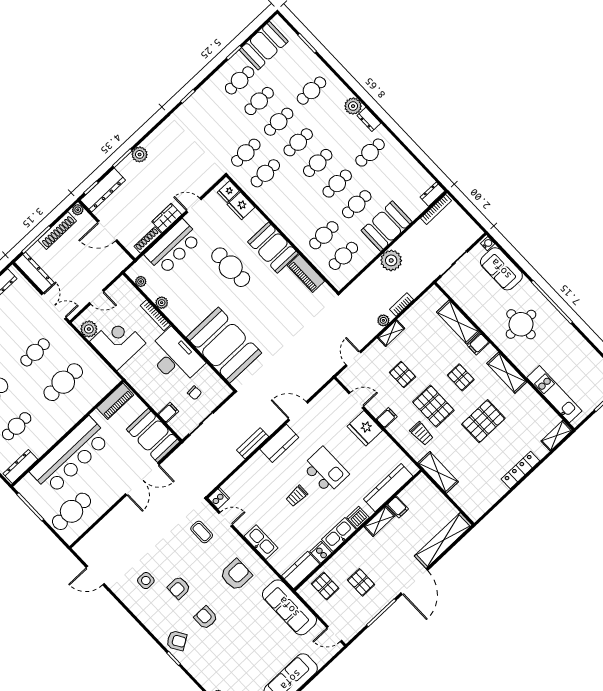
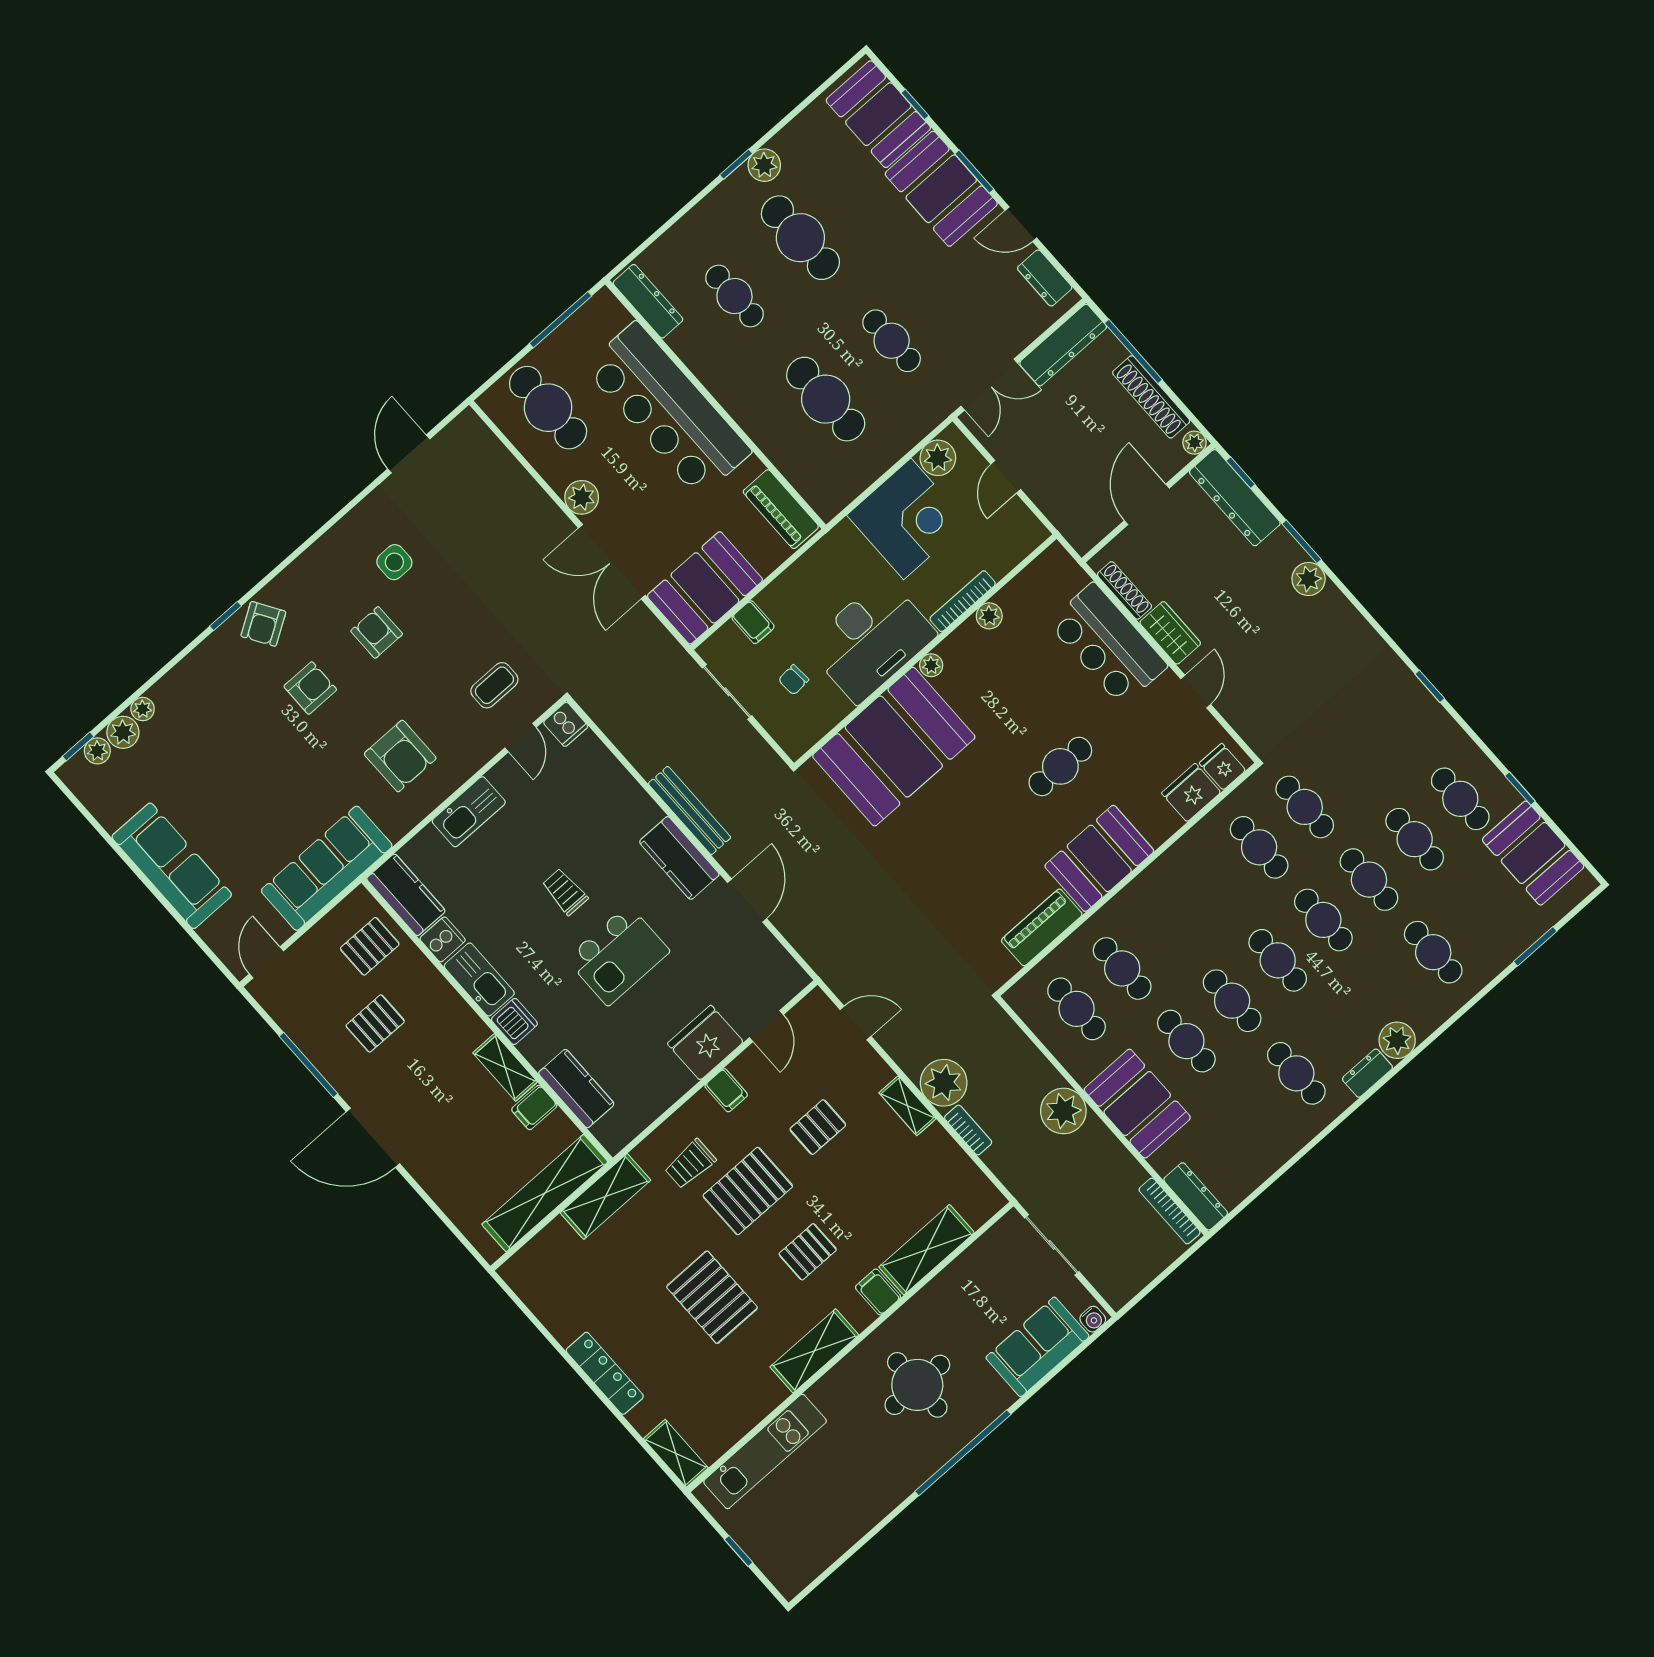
dresser: (432, 194) -> (1196, 1196), width x1.44
cafe table: (231, 267) -> (1060, 766), width x0.73, depth x0.74
plant: (141, 281) -> (931, 665), moved
plant: (383, 320) -> (944, 1083), width x1.88, depth x1.88
bench: (253, 443) -> (690, 810), width x1.36
kitchen counter: (388, 488) -> (576, 1088), width x0.67
plant: (113, 494) -> (582, 497), added
shelving: (443, 540) -> (545, 1193), moved, turned 90

